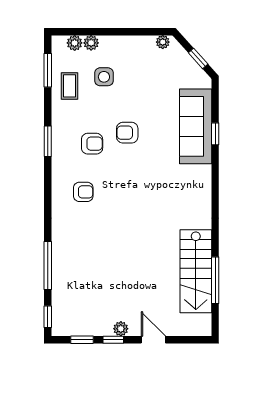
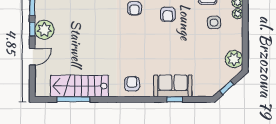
plant: (163, 42) -> (234, 59), width x1.88, depth x1.88
sofa: (196, 126) -> (173, 86), width x0.73
armchair: (127, 133) -> (132, 84), moved
plant: (121, 329) -> (44, 30), width x1.88, depth x1.88

